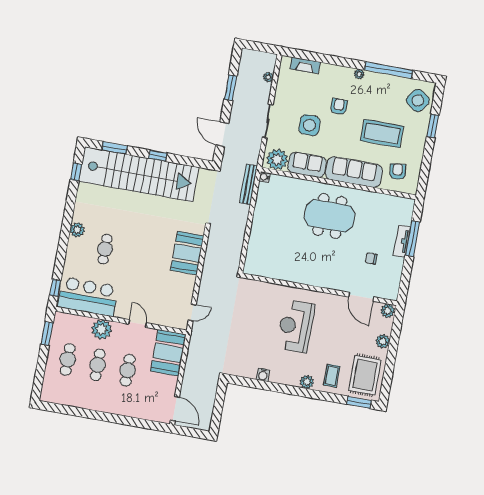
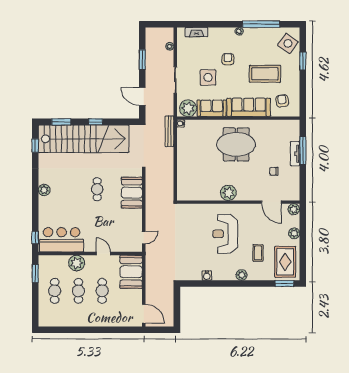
cafe table: (105, 249) -> (97, 189), moved
plant: (309, 275) -> (228, 193), added
coffee table: (332, 376) -> (258, 253), moved

